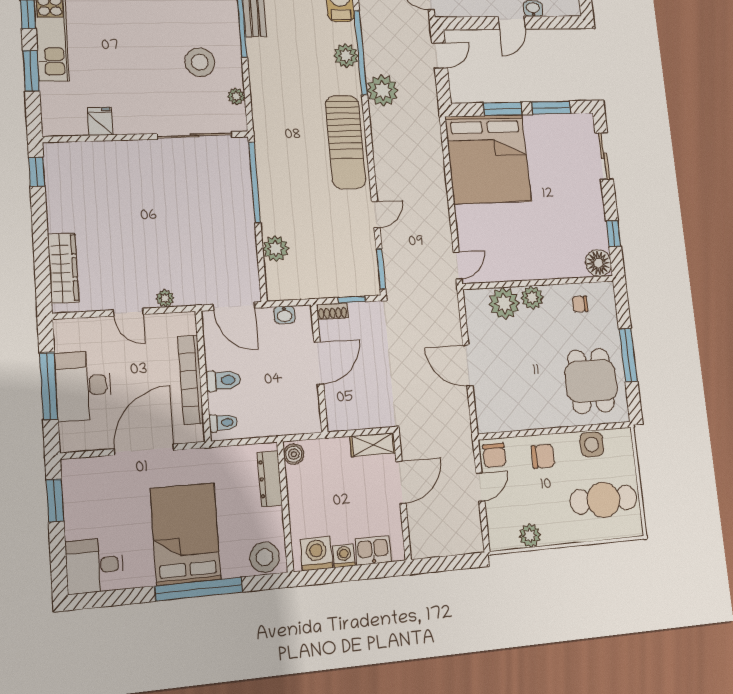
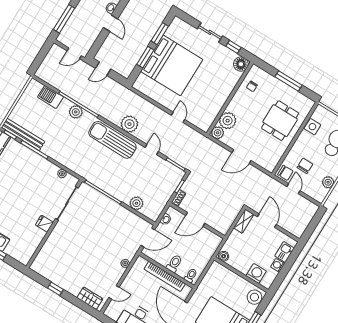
door: (440, 55) -> (103, 69), swing flipped
stool: (200, 62) -> (37, 179), removed
plant: (382, 90) -> (129, 124), moved
fridge: (100, 121) -> (44, 224), moved
sun lounger: (346, 142) -> (112, 140), turned 180
sliding door: (604, 156) -> (210, 32), moved
bed: (488, 159) -> (172, 65), moved
window: (37, 172) -> (55, 289), moved
door: (458, 265) -> (178, 117), moved
wardrobe: (63, 268) -> (90, 298), width x0.67
plant: (532, 298) -> (218, 133), moved
door: (128, 312) -> (114, 292), moved
door: (319, 363) -> (195, 219), swing flipped
dining table: (591, 381) -> (280, 121), moved, turned 90
chair: (543, 456) -> (305, 166), moved
dresser: (270, 479) -> (226, 273), removed
washing machine: (316, 554) -> (256, 273), moved, turned 90

